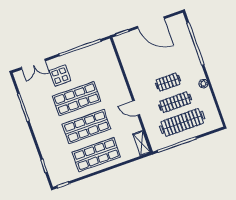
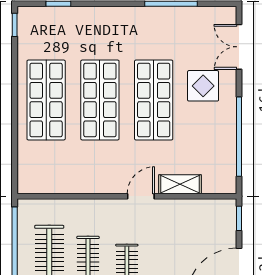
door: (136, 108) -> (141, 196), moved
shelving: (142, 143) -> (180, 184), moved

